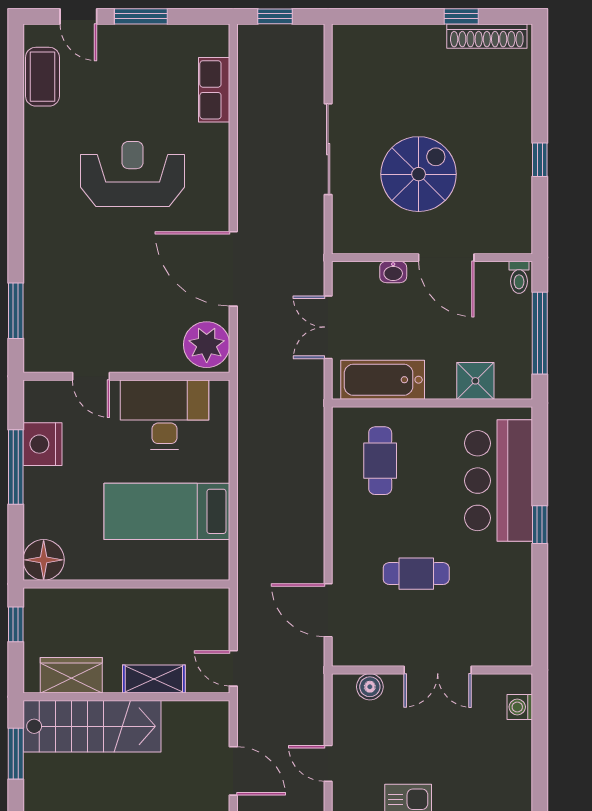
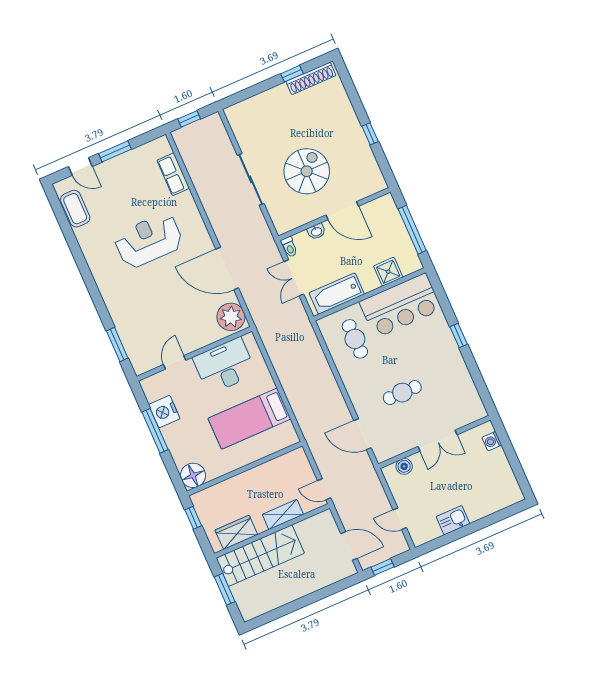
toilet: (519, 277) -> (289, 247), moved
door: (91, 376) -> (175, 362), swing flipped
bar counter: (498, 481) -> (400, 306), moved, turned -90

